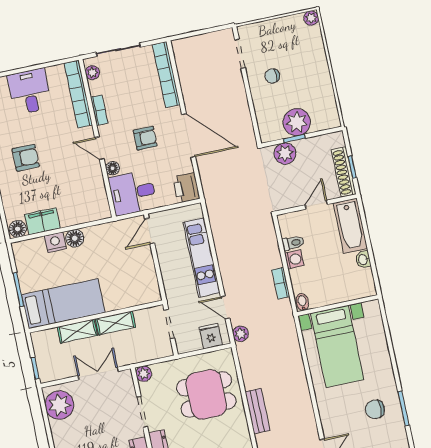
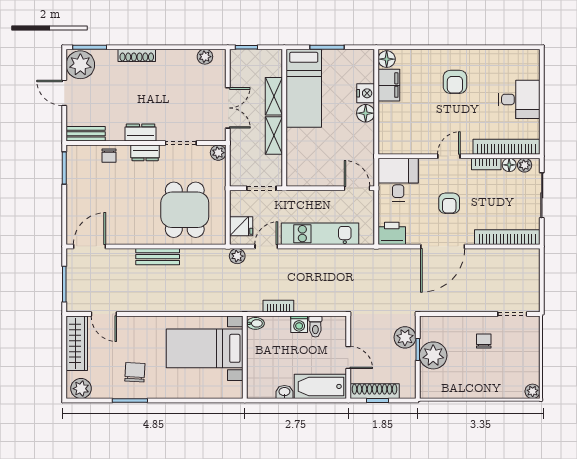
floor lamp: (113, 168) -> (509, 165), moved
plant: (59, 405) -> (205, 57), width x0.53, depth x0.53

